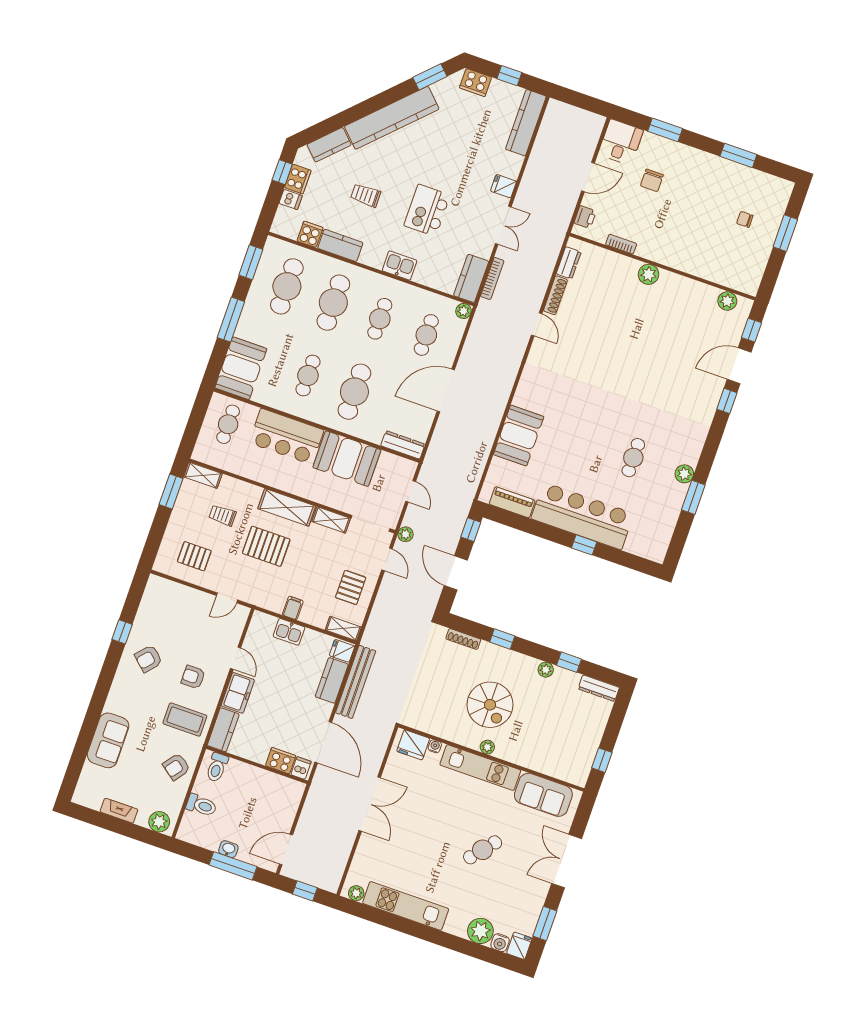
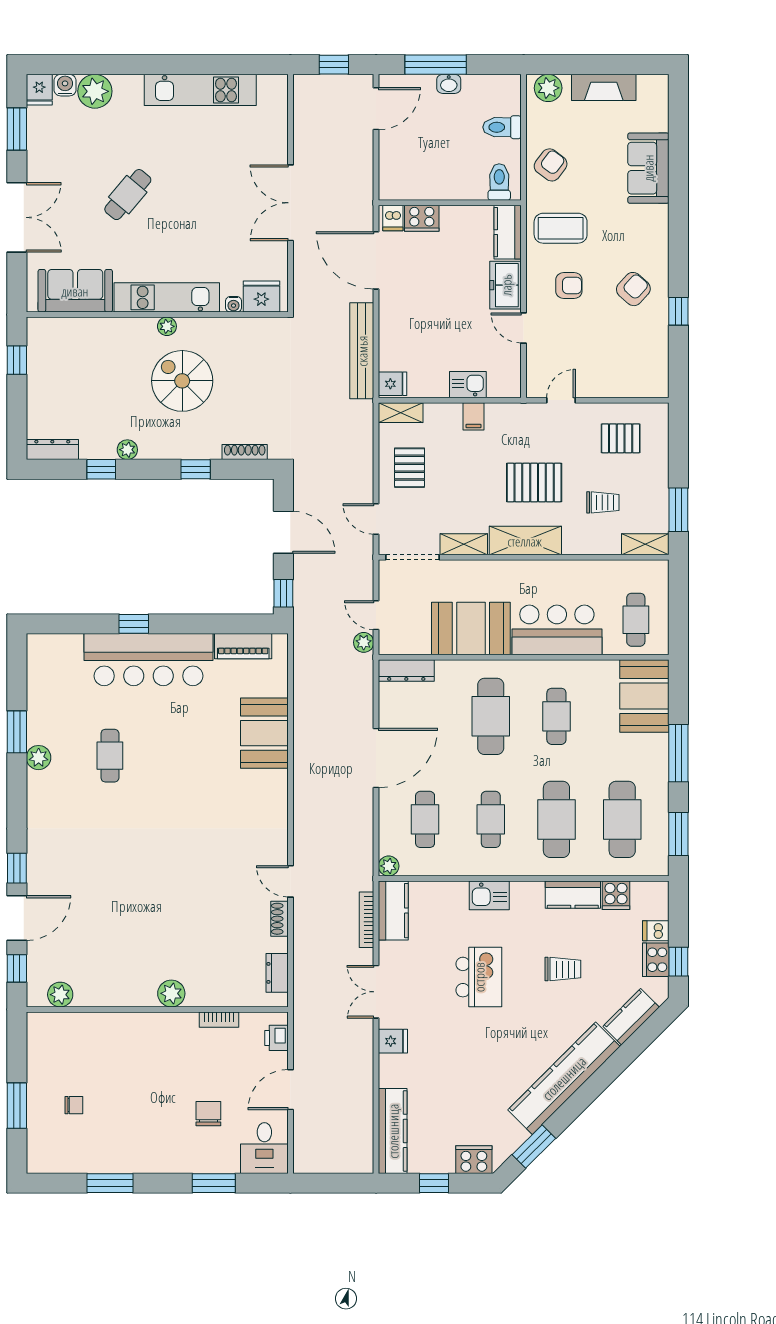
shoe rack: (555, 295) -> (279, 919), width x0.70
plant: (405, 534) -> (364, 642), moved
kitchen counter: (332, 680) -> (392, 342), removed
fireplace: (119, 811) -> (604, 87), width x1.37, depth x1.32
plant: (356, 893) -> (268, 84), removed

